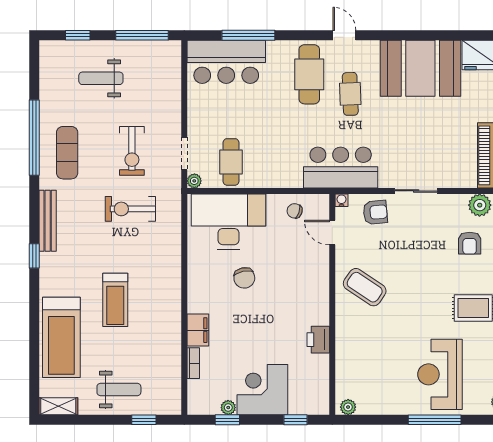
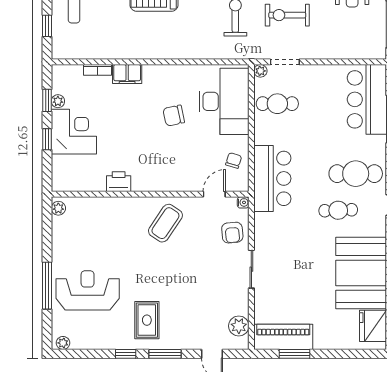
bar counter: (341, 168) -> (272, 178), moved
armchair: (470, 243) -> (205, 317), removed
window: (296, 420) -> (47, 139), moved

